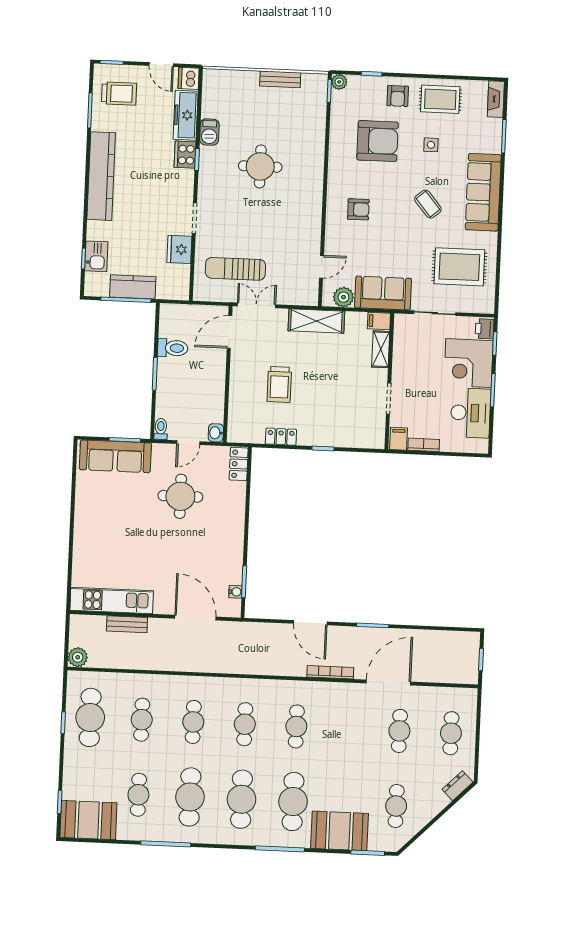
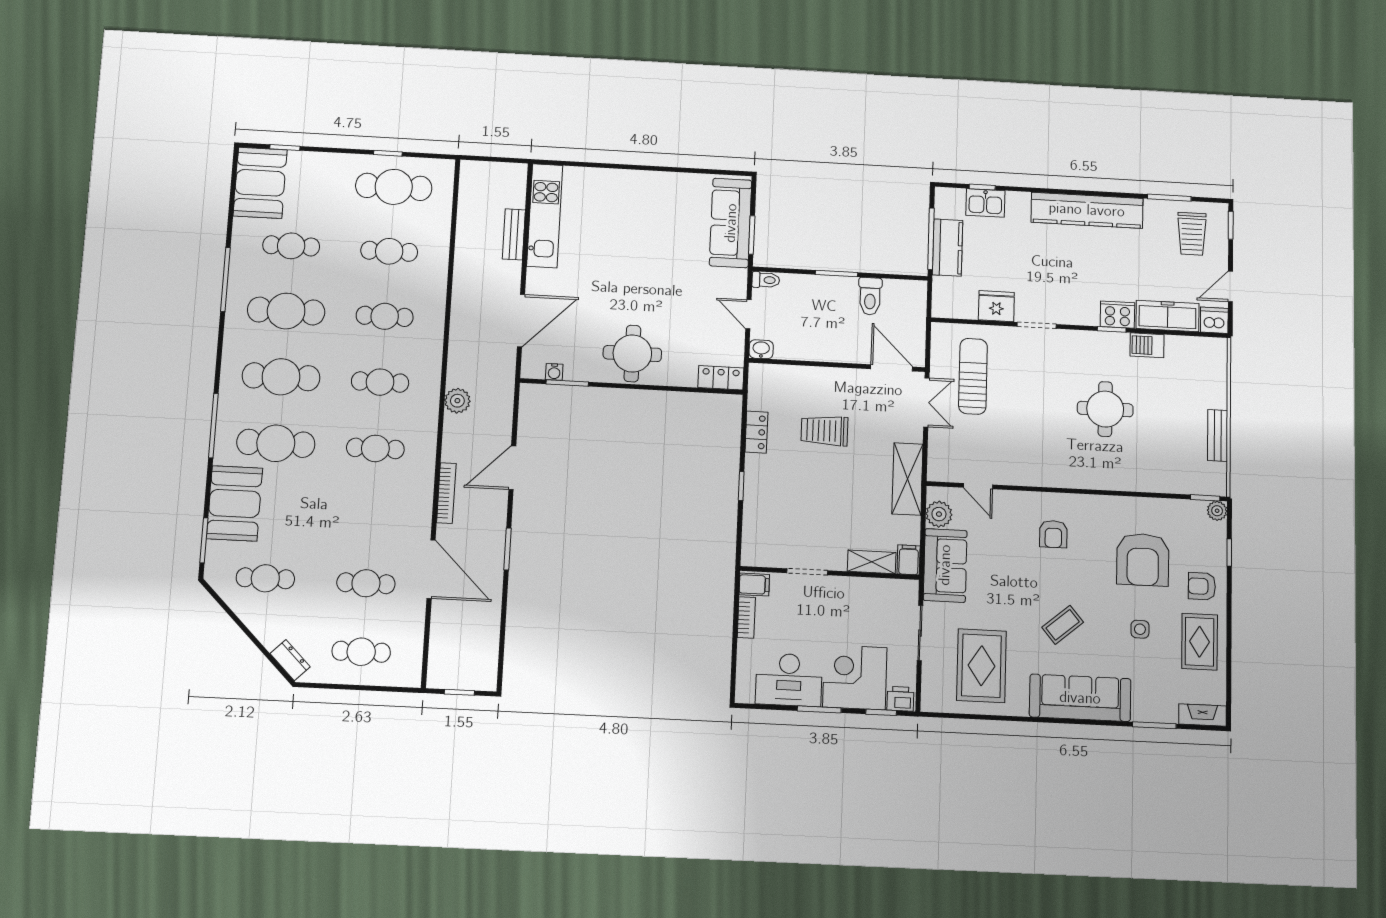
round table: (180, 496) -> (632, 354), moved
plant: (78, 657) -> (457, 401), moved

